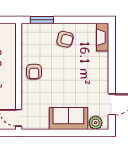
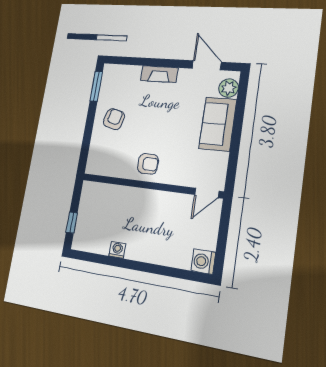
window: (42, 20) -> (96, 86), moved
fireplace: (103, 37) -> (159, 74), moved

